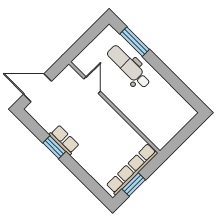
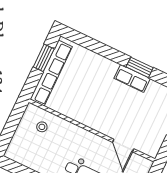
stool: (156, 126) -> (42, 127), added

